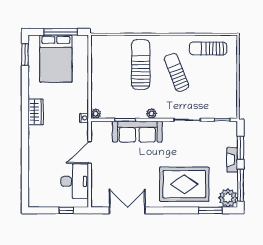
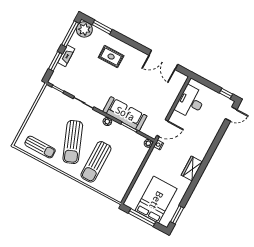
sun lounger: (176, 72) -> (73, 142), width x1.36, depth x1.34
door: (90, 152) -> (162, 128), moved
rug: (184, 184) -> (111, 57), width x0.54, depth x0.49
door: (25, 192) -> (231, 114), added
window: (66, 210) -> (226, 93), moved

